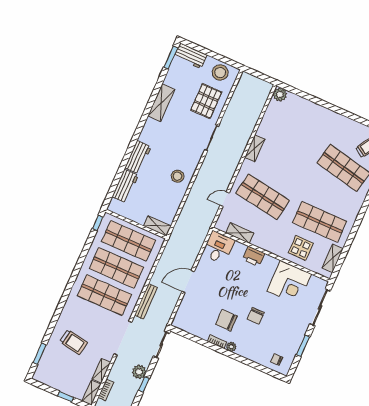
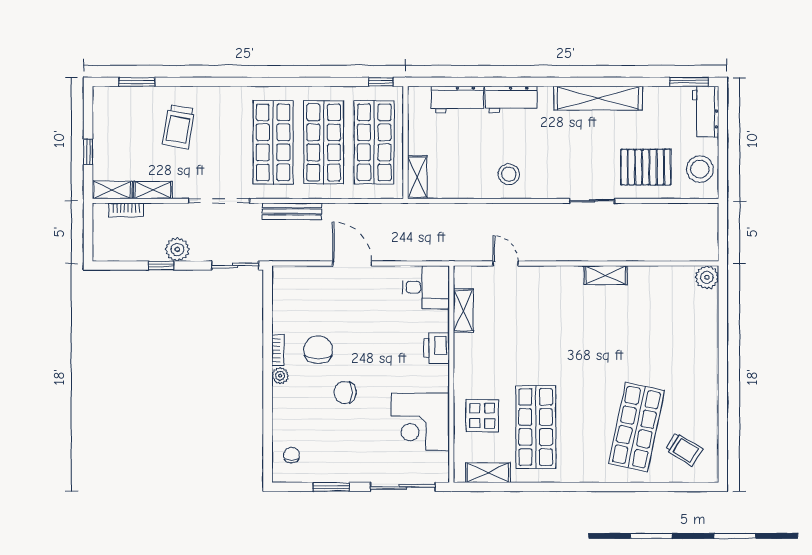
shelving: (161, 103) -> (598, 98), width x1.47
shop shelf: (263, 197) -> (536, 321), removed

